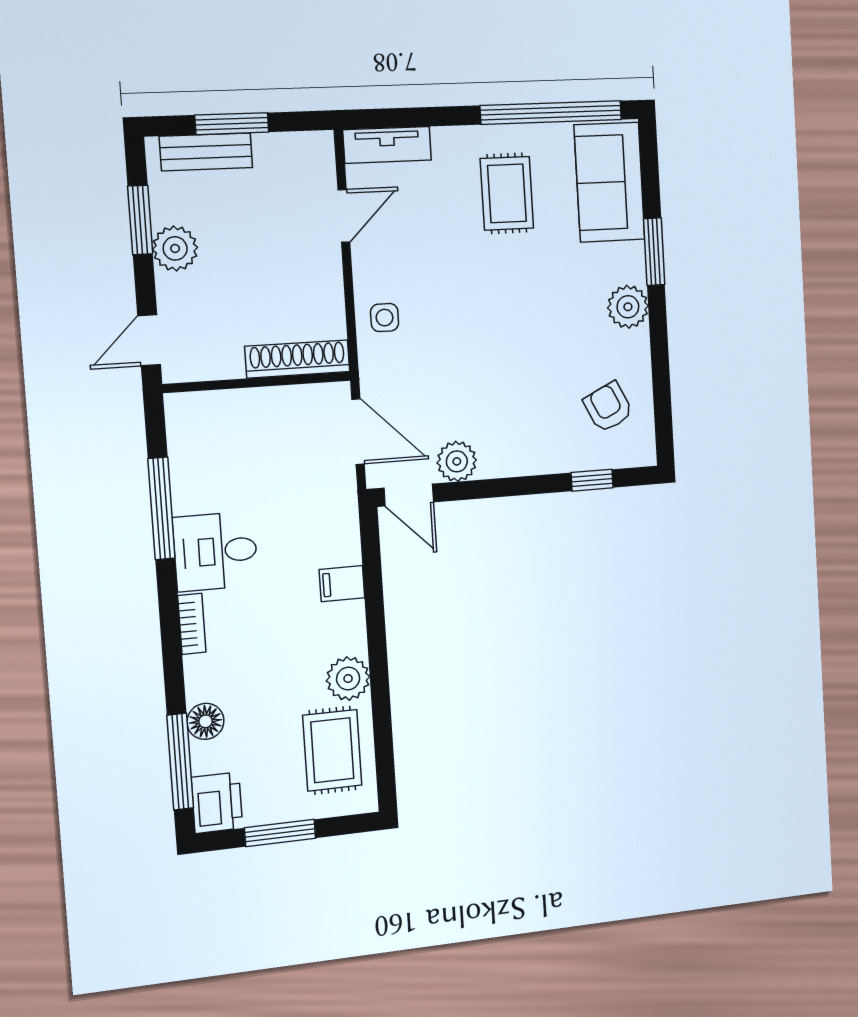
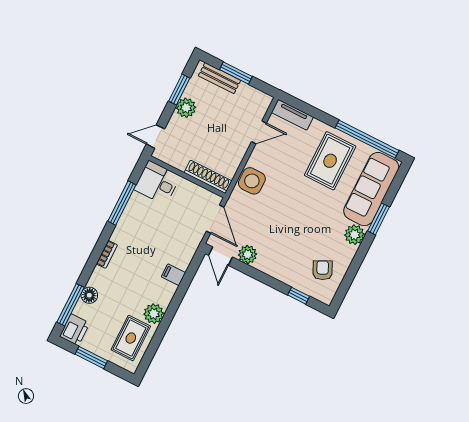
sofa: (609, 182) -> (371, 189), width x1.36
rug: (507, 193) -> (330, 161), width x1.36, depth x1.43
side table: (385, 318) -> (252, 181), width x1.87, depth x1.87
desk: (216, 551) -> (157, 183), moved

